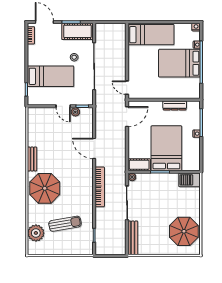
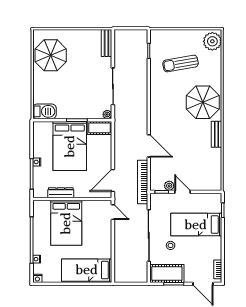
bed: (179, 63) -> (66, 223), moved, turned 90
bookcase: (100, 187) -> (143, 182), moved
plant: (36, 233) -> (212, 41), moved
bench: (133, 238) -> (106, 43), width x0.73

